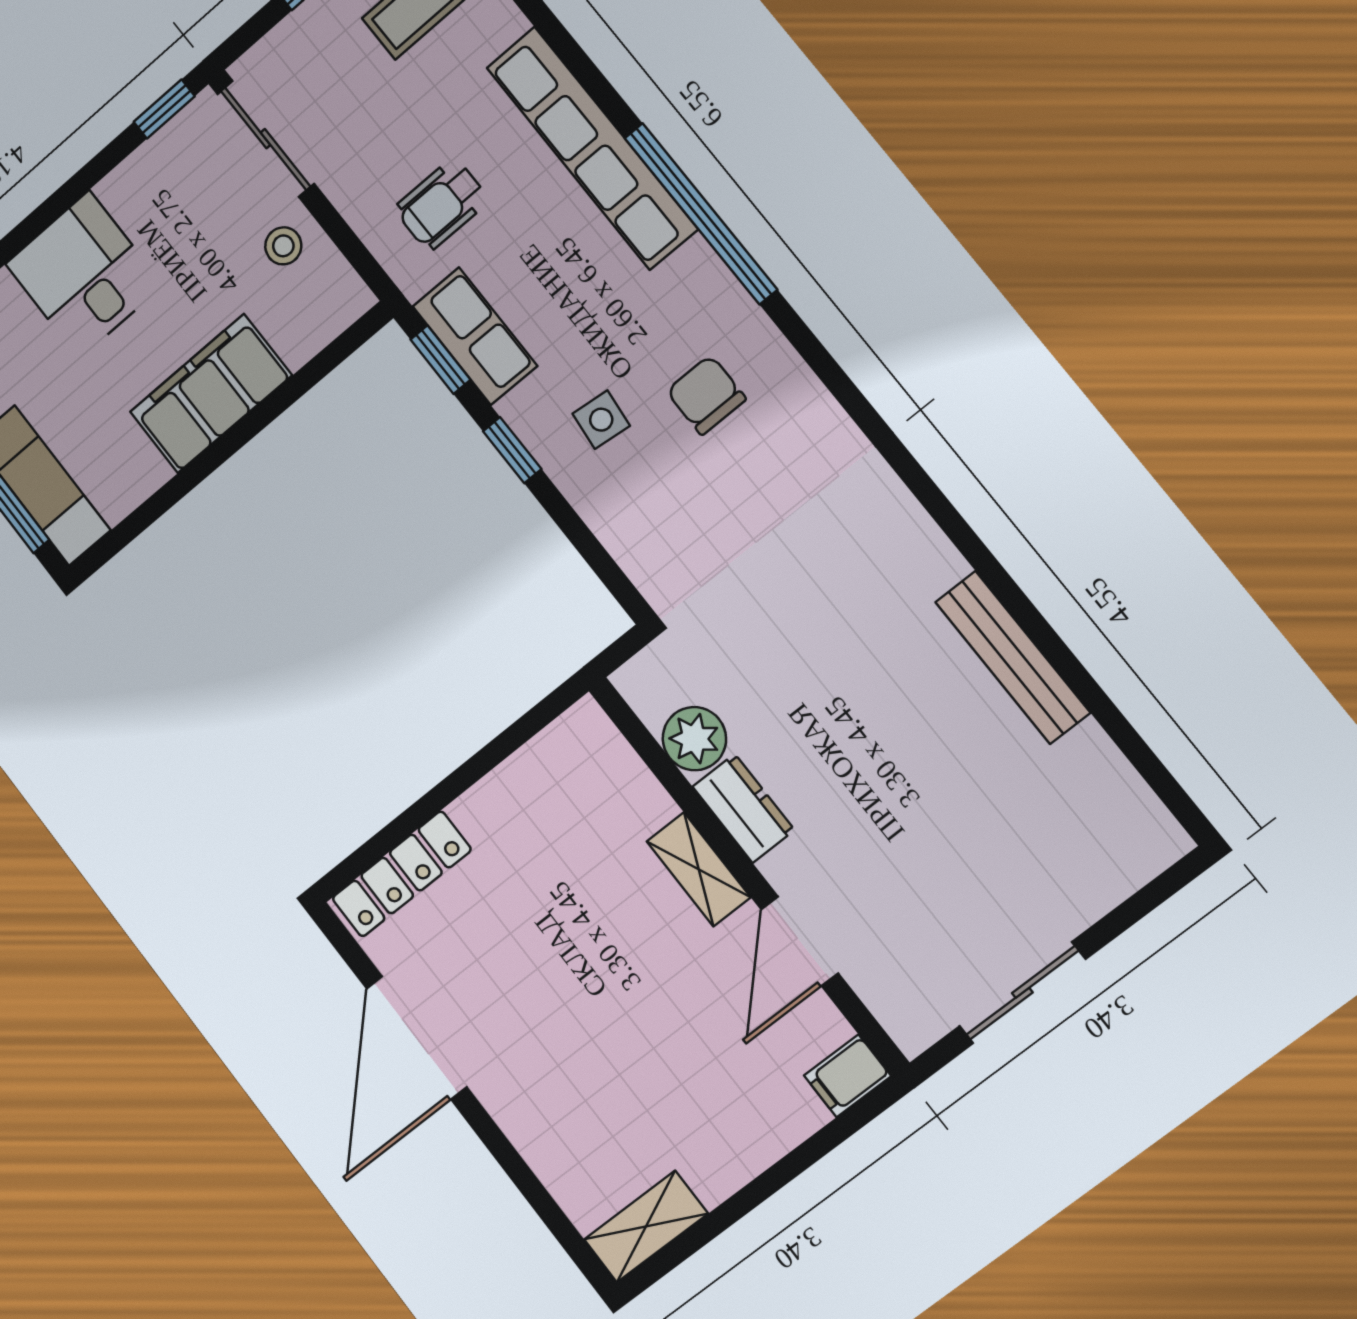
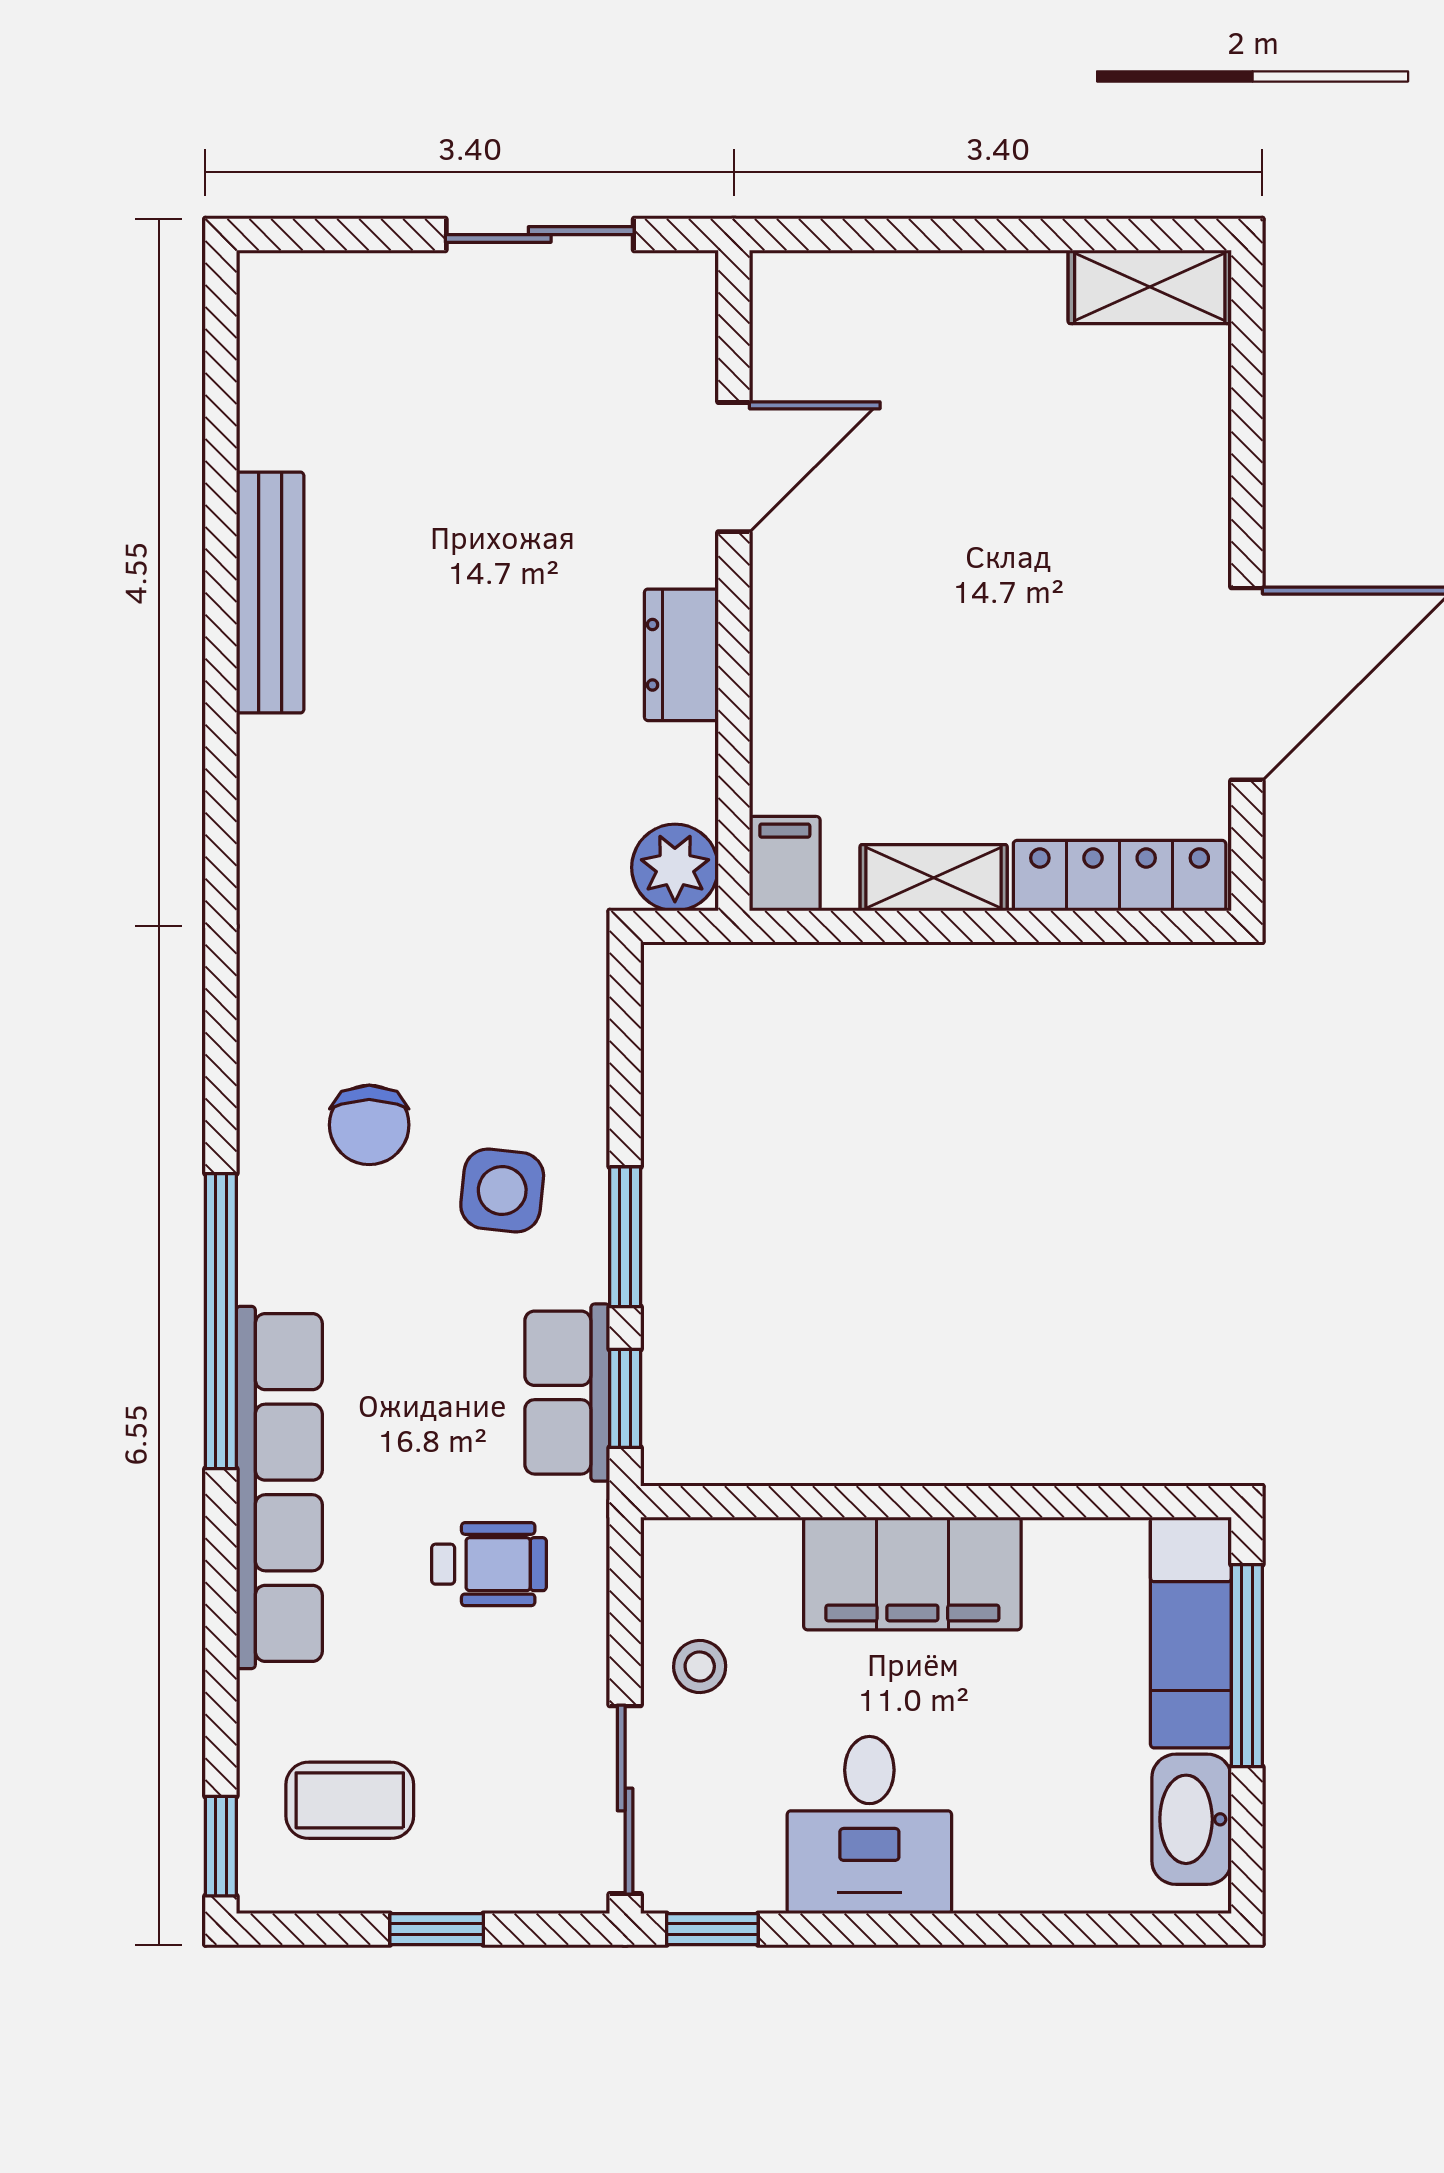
desk: (84, 275) -> (869, 1825), moved
side table: (601, 420) -> (502, 1190), width x1.37, depth x1.37
window: (512, 450) -> (625, 1237), width x1.50
plant: (694, 739) -> (675, 867), moved
shelving: (699, 869) -> (934, 878), moved, turned 90
filing cabinet: (848, 1076) -> (785, 864), moved, turned -90

